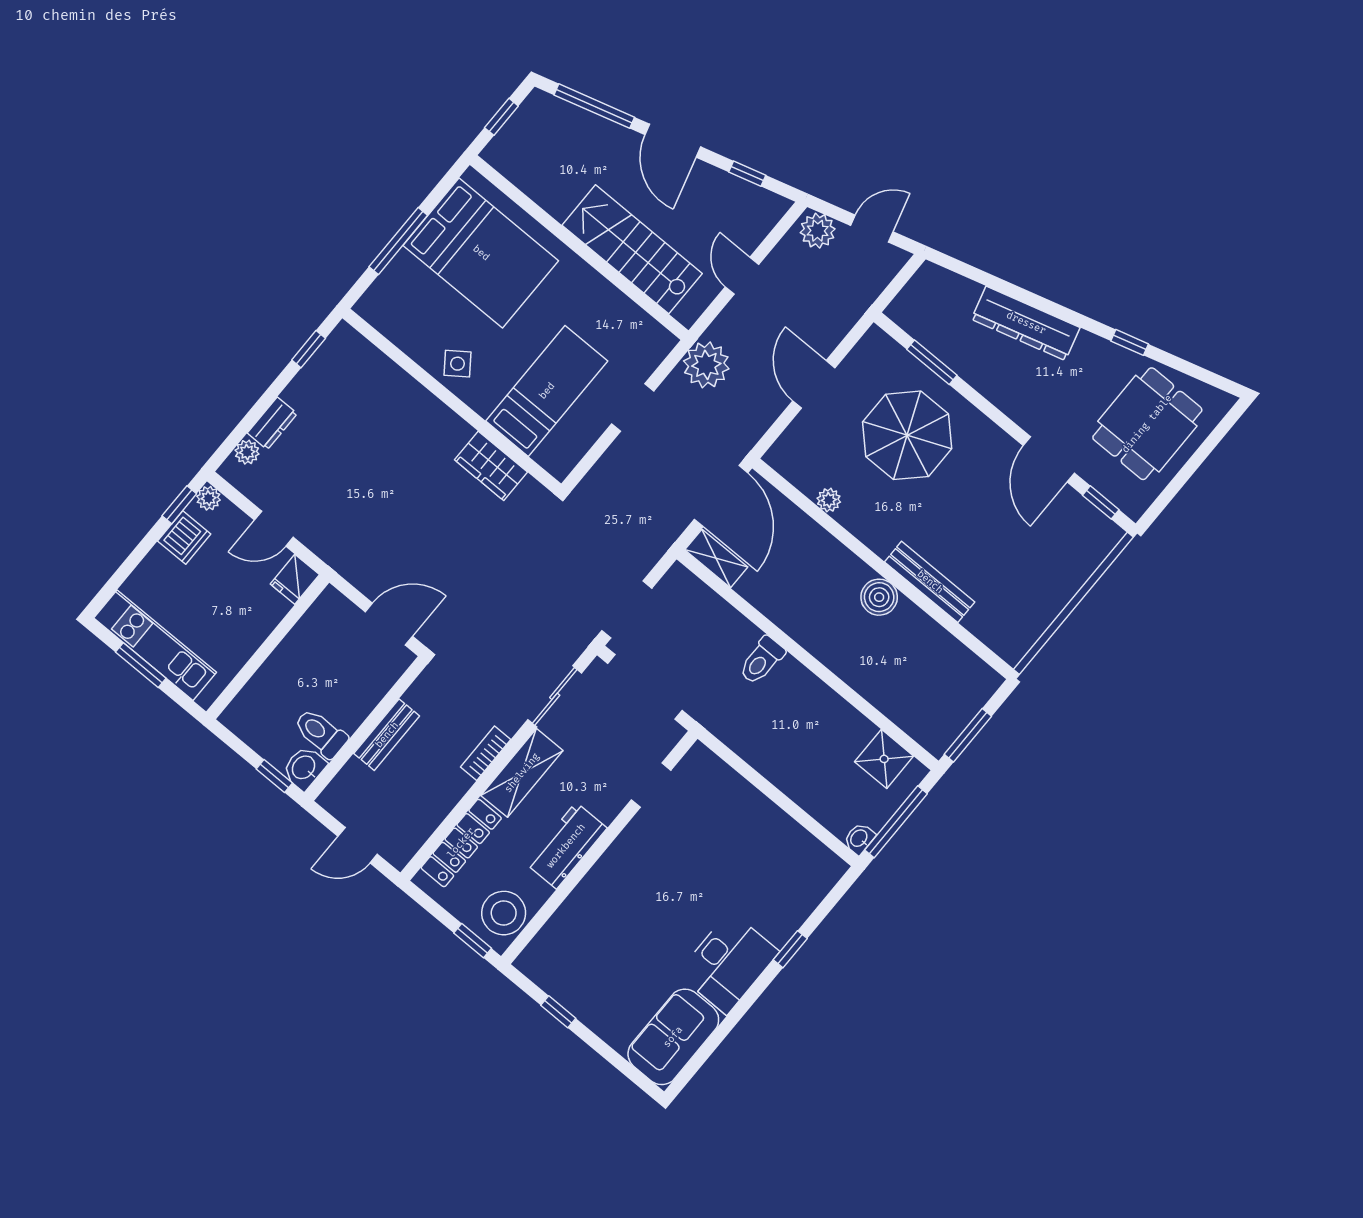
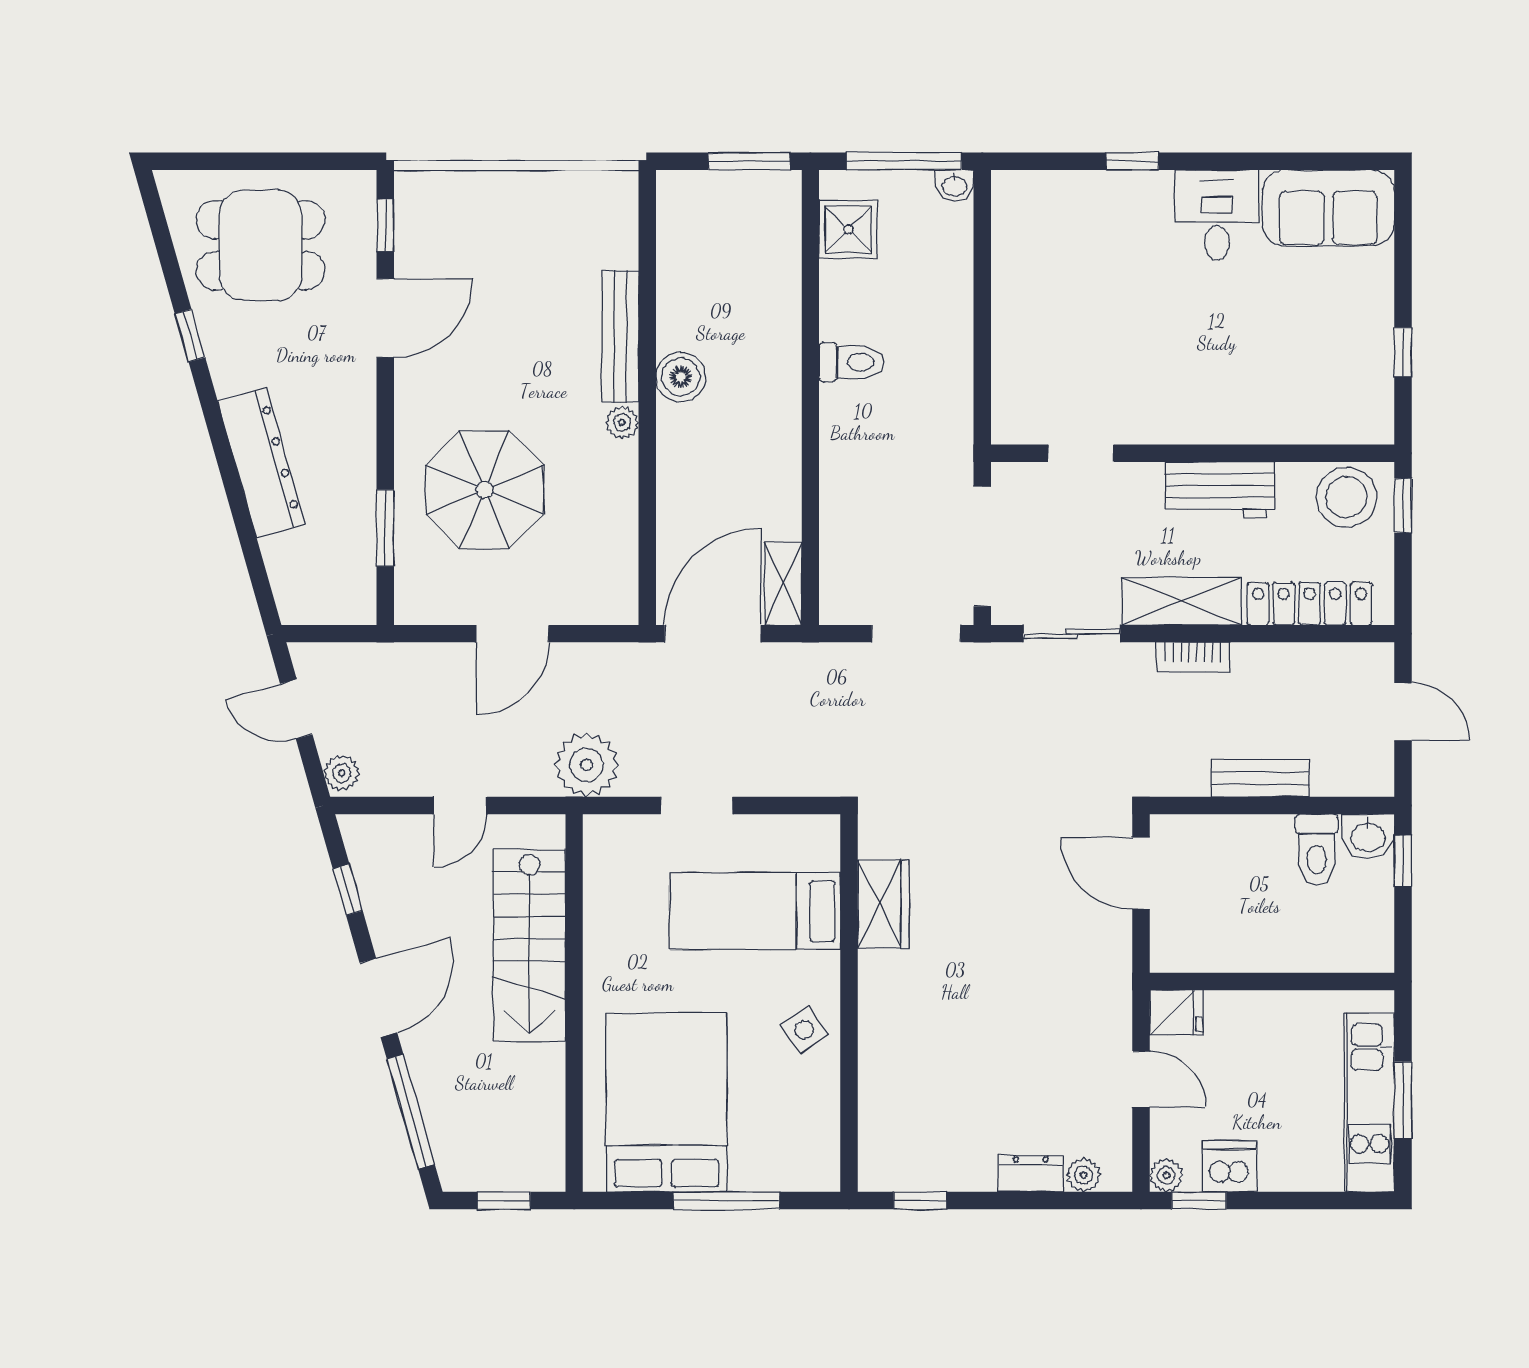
plant: (818, 231) -> (342, 773), width x0.73, depth x0.73
plant: (829, 500) -> (622, 422), moved
toilet: (762, 660) -> (851, 362), moved
desk: (728, 963) -> (1217, 215), width x0.73

